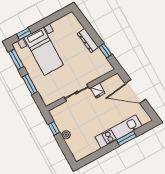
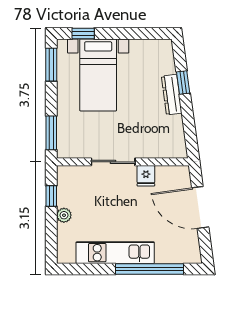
window: (105, 51) -> (183, 82), moved
window: (30, 84) -> (51, 133), moved
kitchen unit: (119, 132) -> (115, 253), moved
window: (126, 138) -> (149, 269), width x2.11

